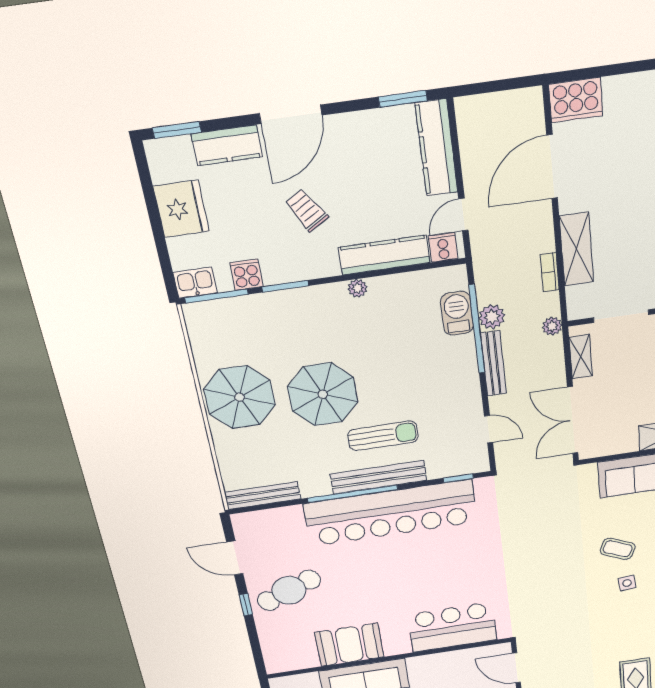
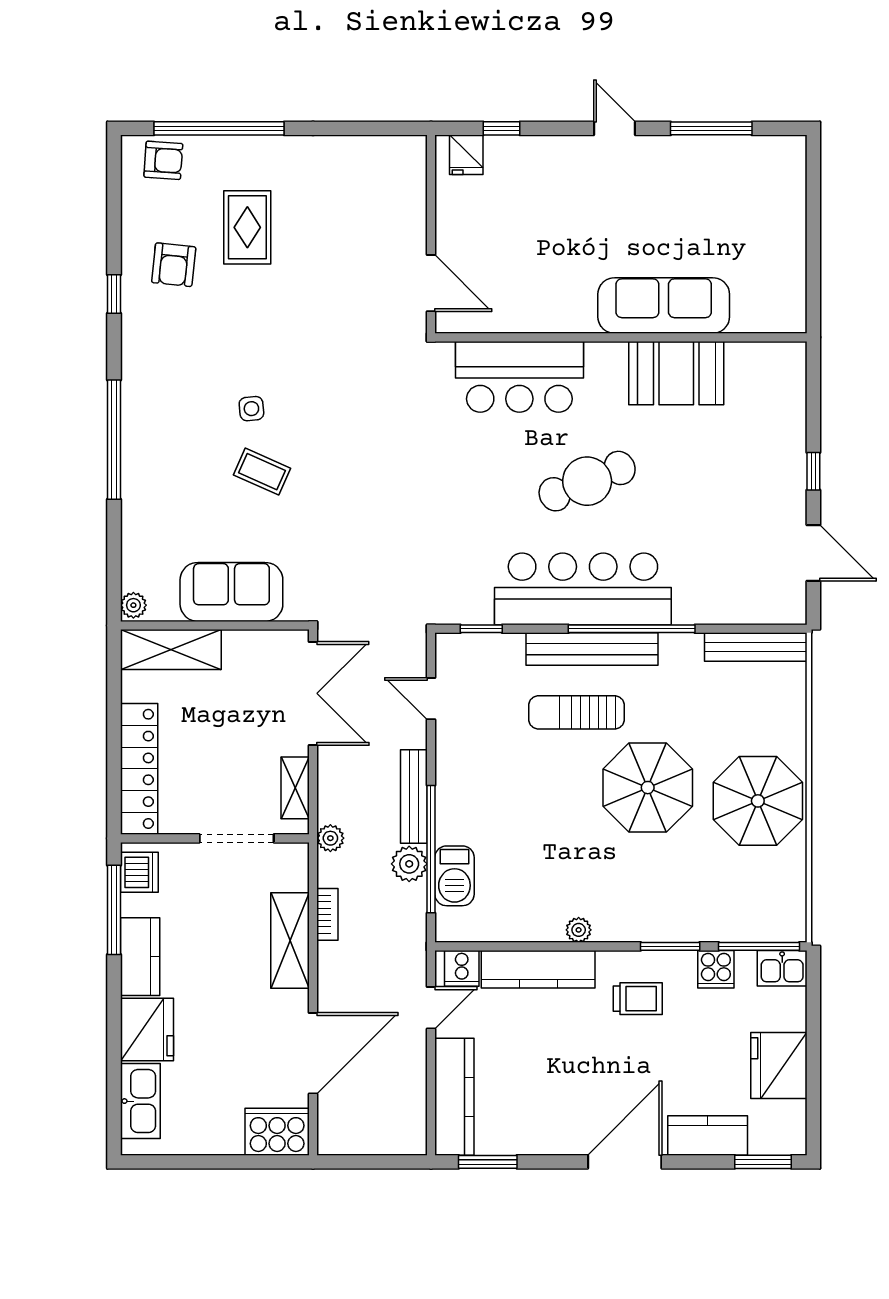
trolley: (307, 210) -> (638, 999), moved, turned -59
bar counter: (391, 513) -> (583, 589), width x0.73
cafe table: (289, 590) -> (587, 481), moved

